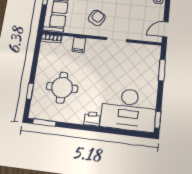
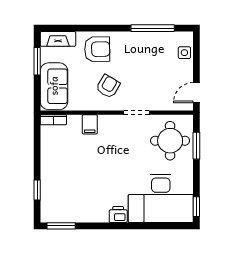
round table: (62, 88) -> (170, 141), moved

